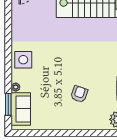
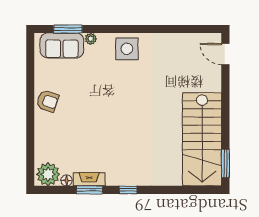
armchair: (79, 94) -> (47, 101), moved

